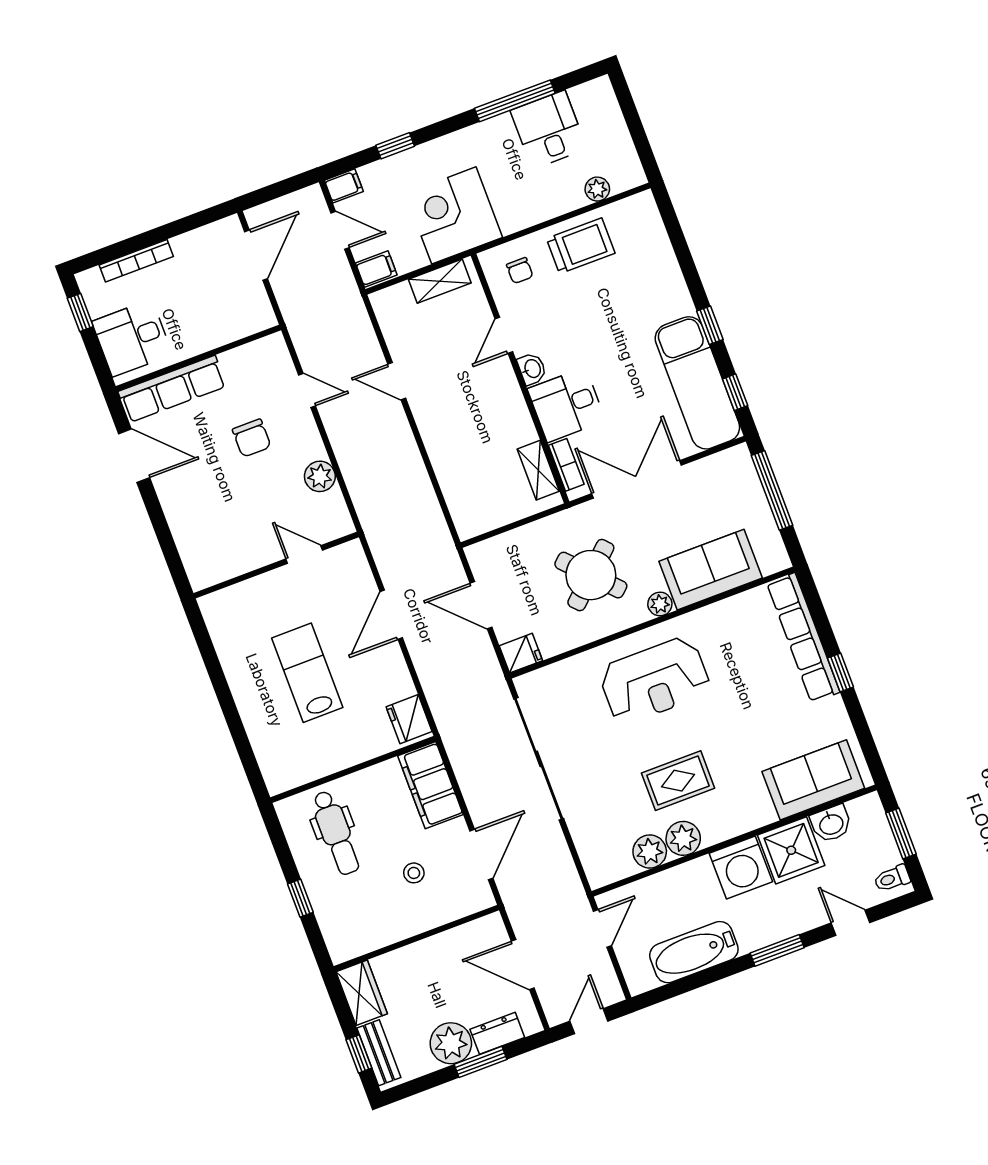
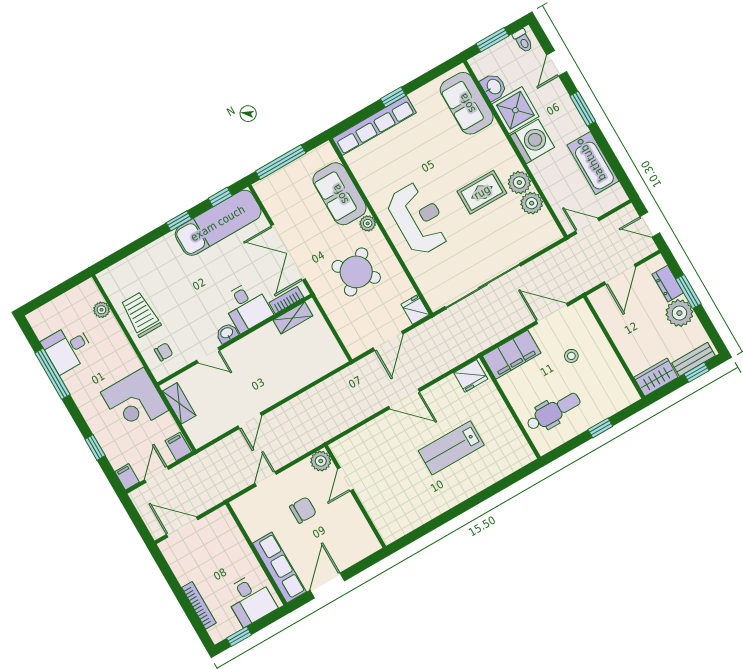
door: (304, 555) -> (345, 479), moved
wall: (276, 565) -> (355, 497), moved
rug: (678, 781) -> (482, 192), turned 90

